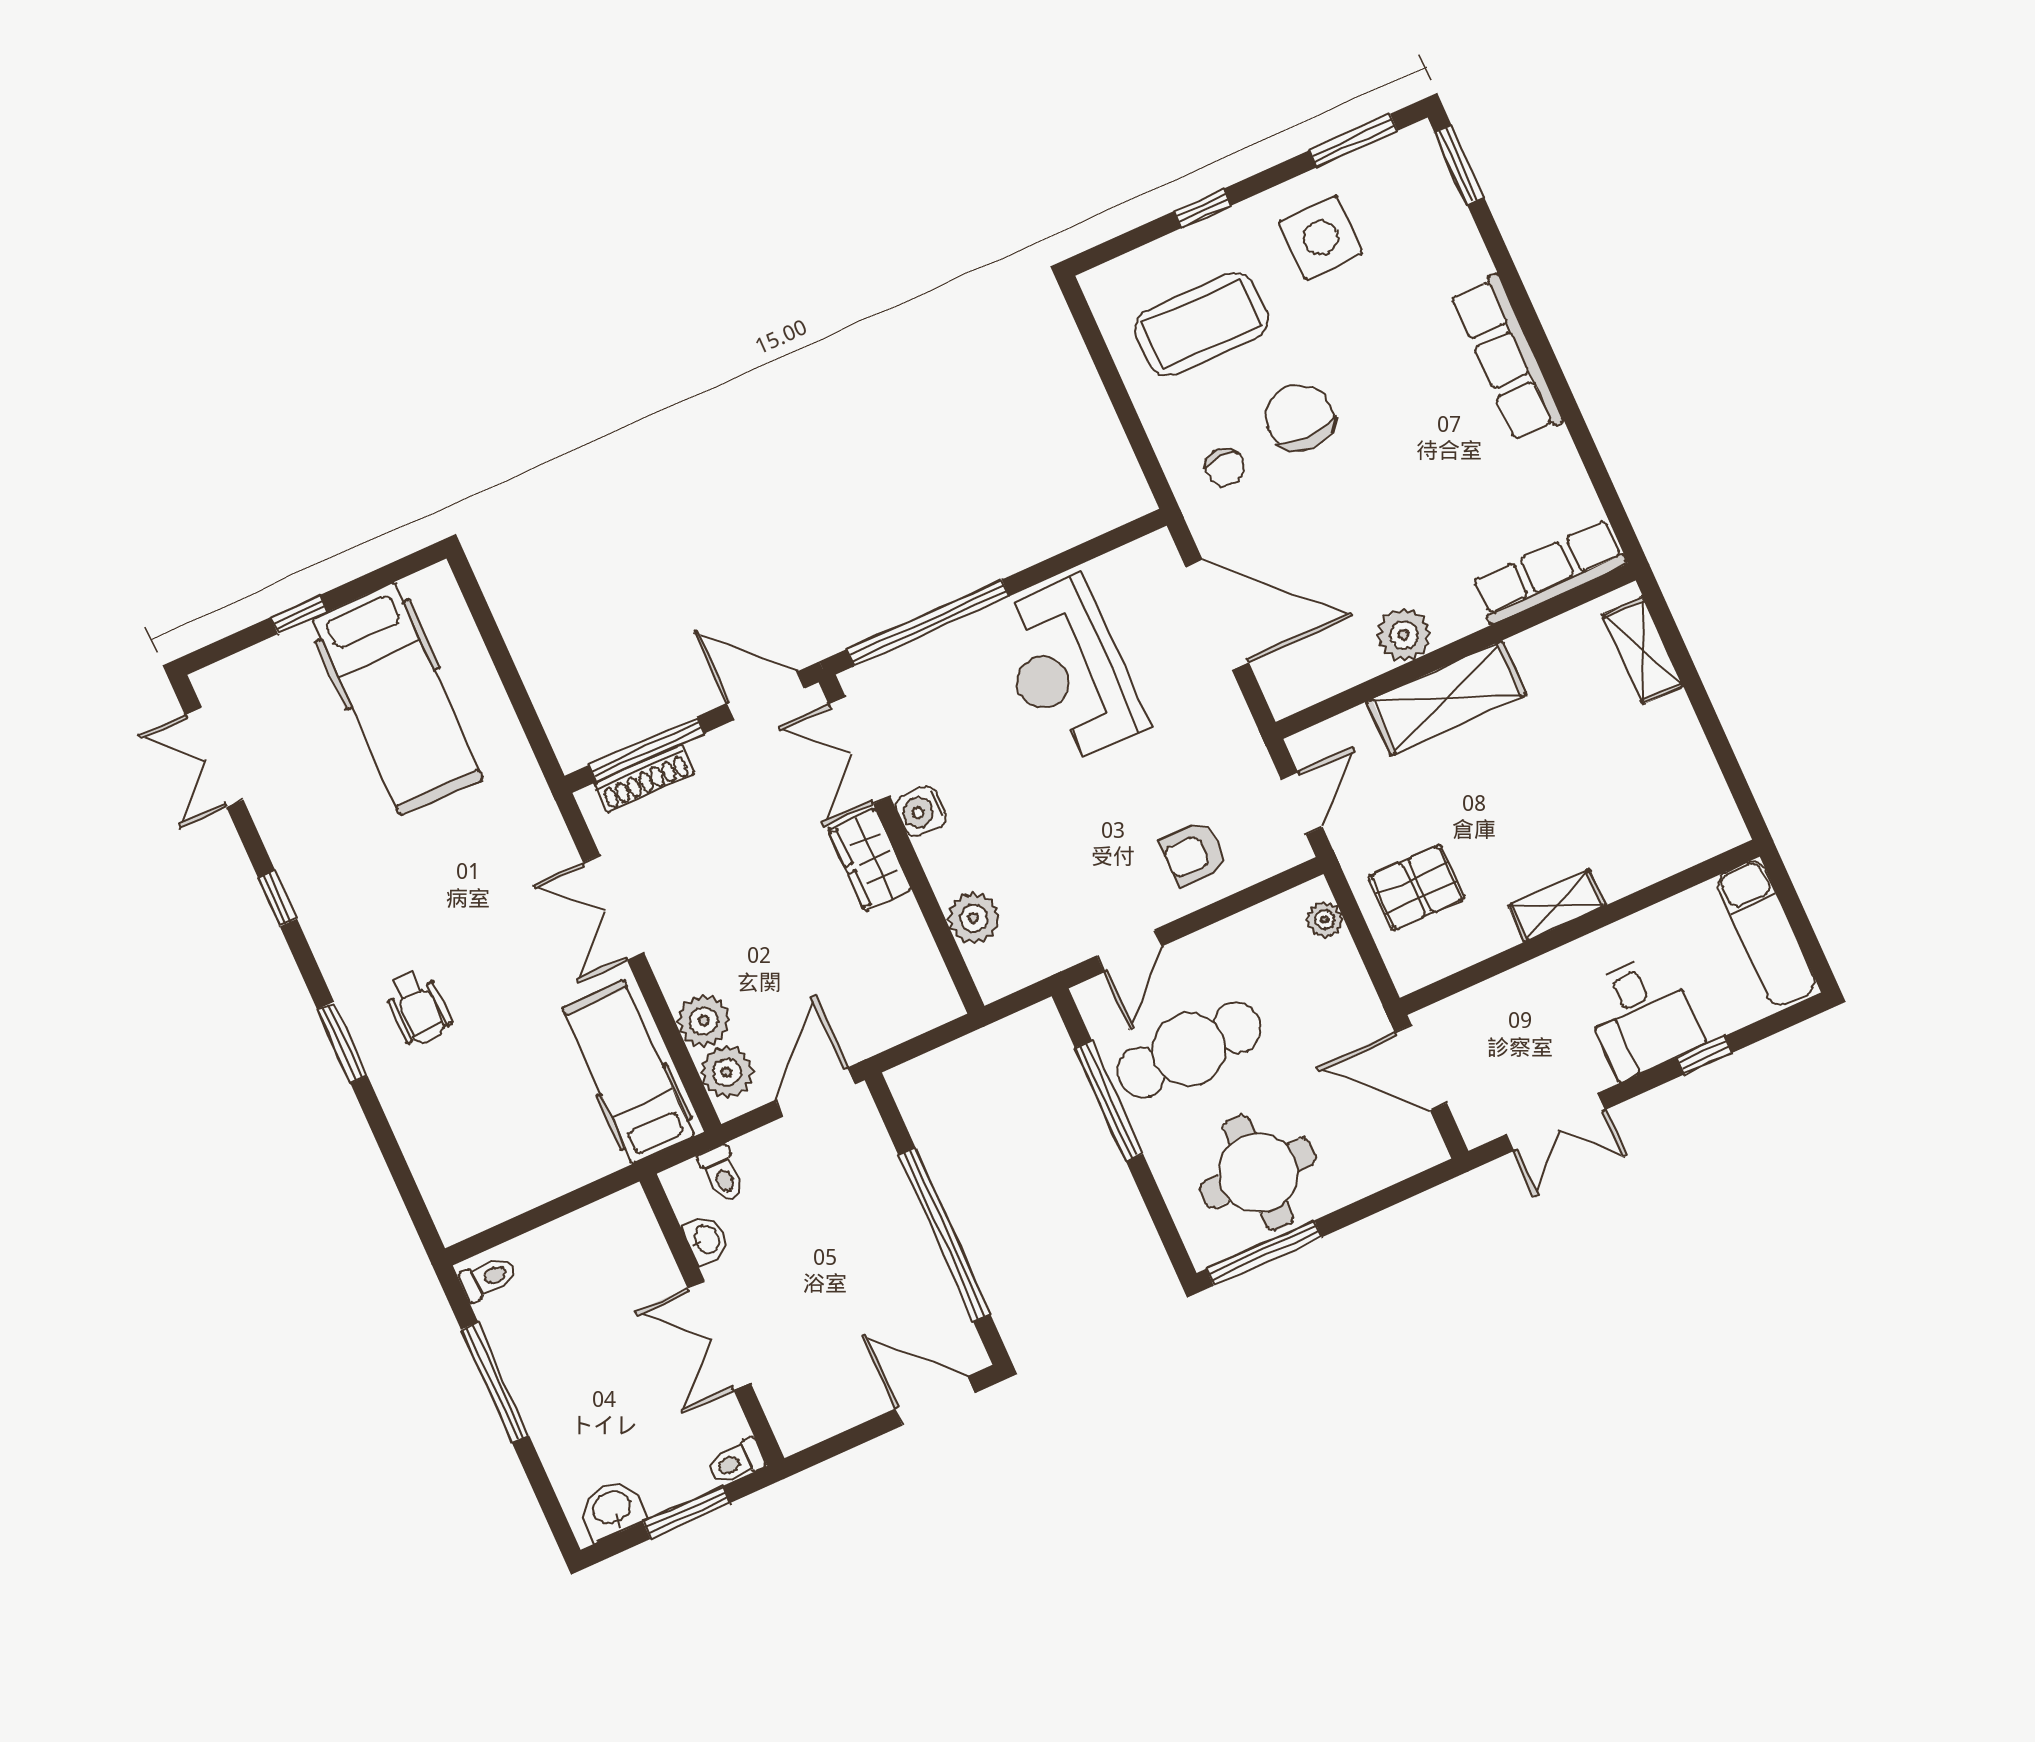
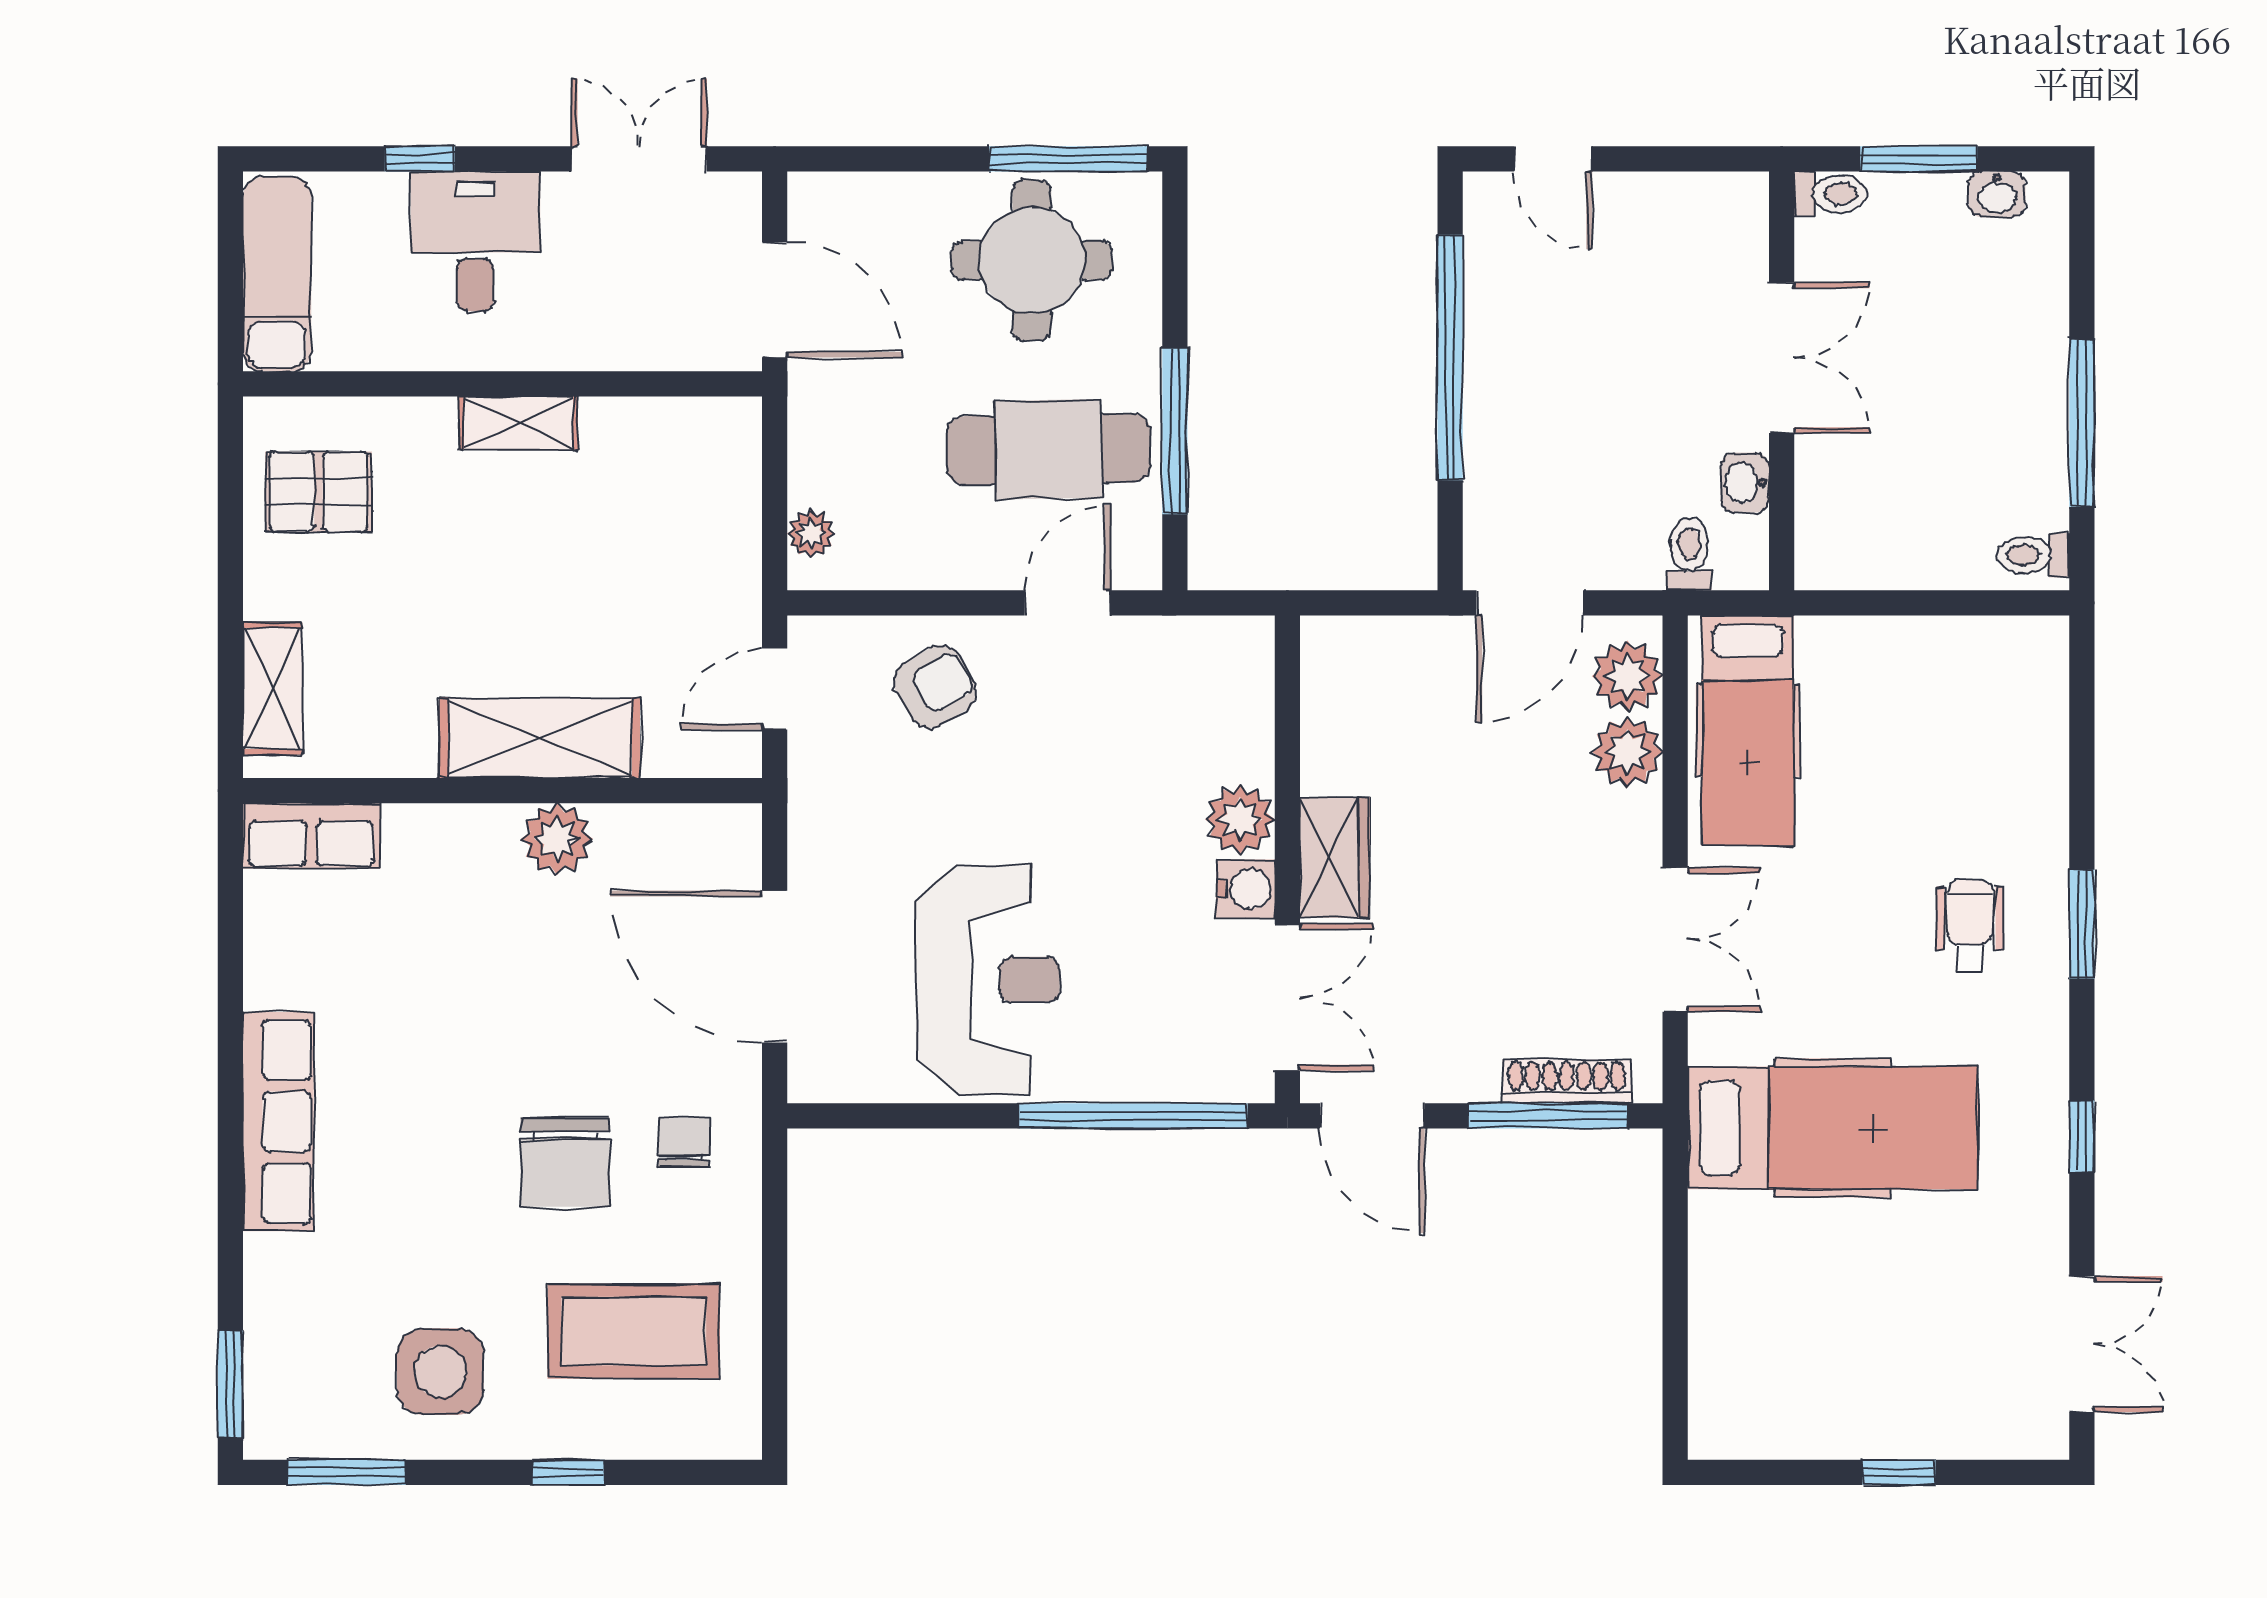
row of seats: (1549, 572) -> (311, 836), width x0.68
hospital bed: (398, 699) -> (1833, 1128), moved, turned 90
armchair: (1194, 854) -> (935, 687), turned -30
pallet: (1417, 888) -> (318, 492), moved
plant: (974, 918) -> (1240, 819), moved
door: (935, 1401) -> (1553, 159), width x0.73
washbasin: (612, 1509) -> (1997, 194), width x0.72, depth x0.69

